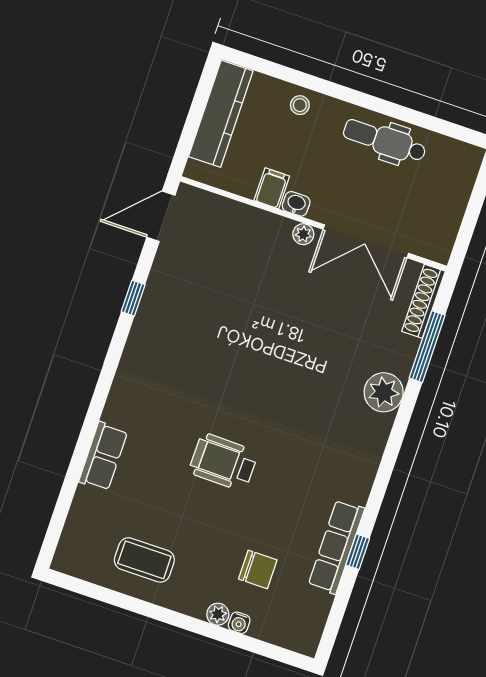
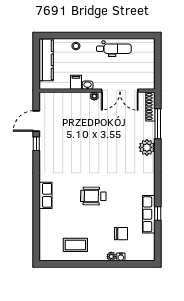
dental chair: (385, 141) -> (114, 49), turned 180
door: (161, 216) -> (36, 121), moved
row of seats: (103, 456) -> (45, 195), moved

